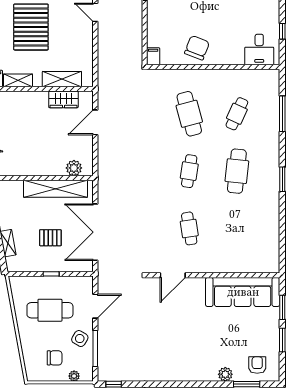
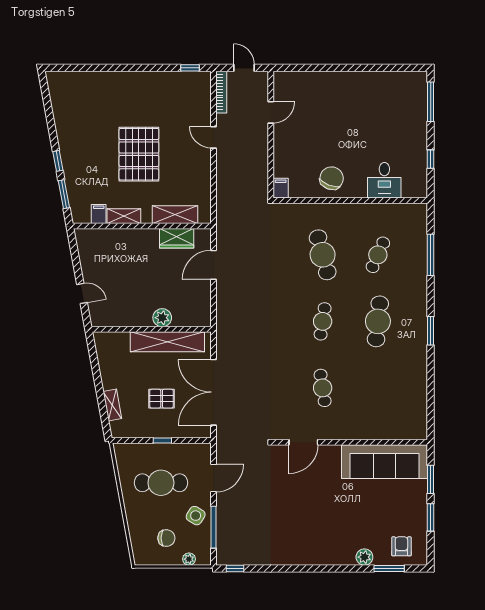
desk: (259, 49) -> (384, 180), moved
plant: (74, 168) -> (162, 318), moved

